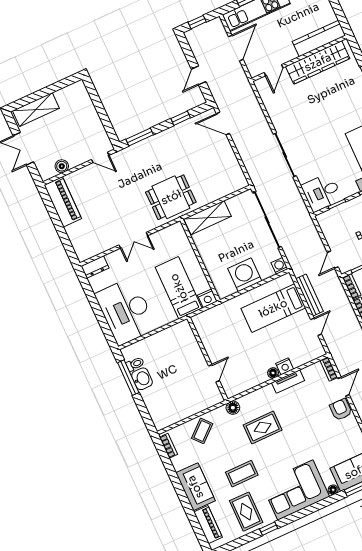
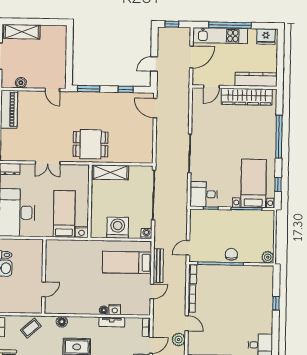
wall: (207, 359) -> (44, 276), moved
door: (214, 373) -> (44, 289), moved

